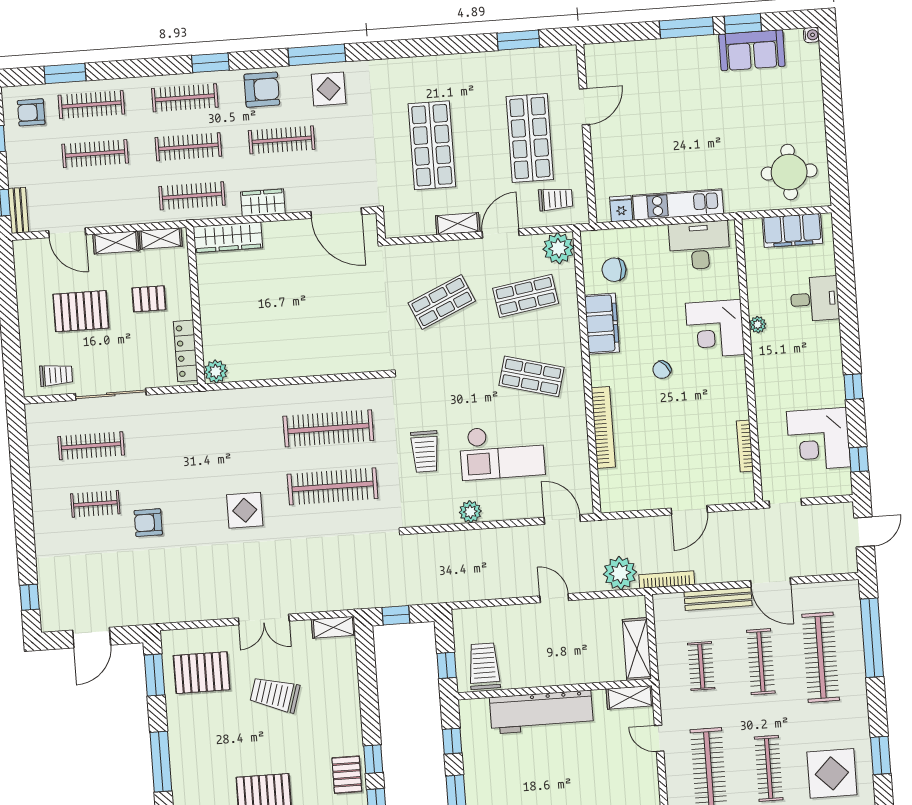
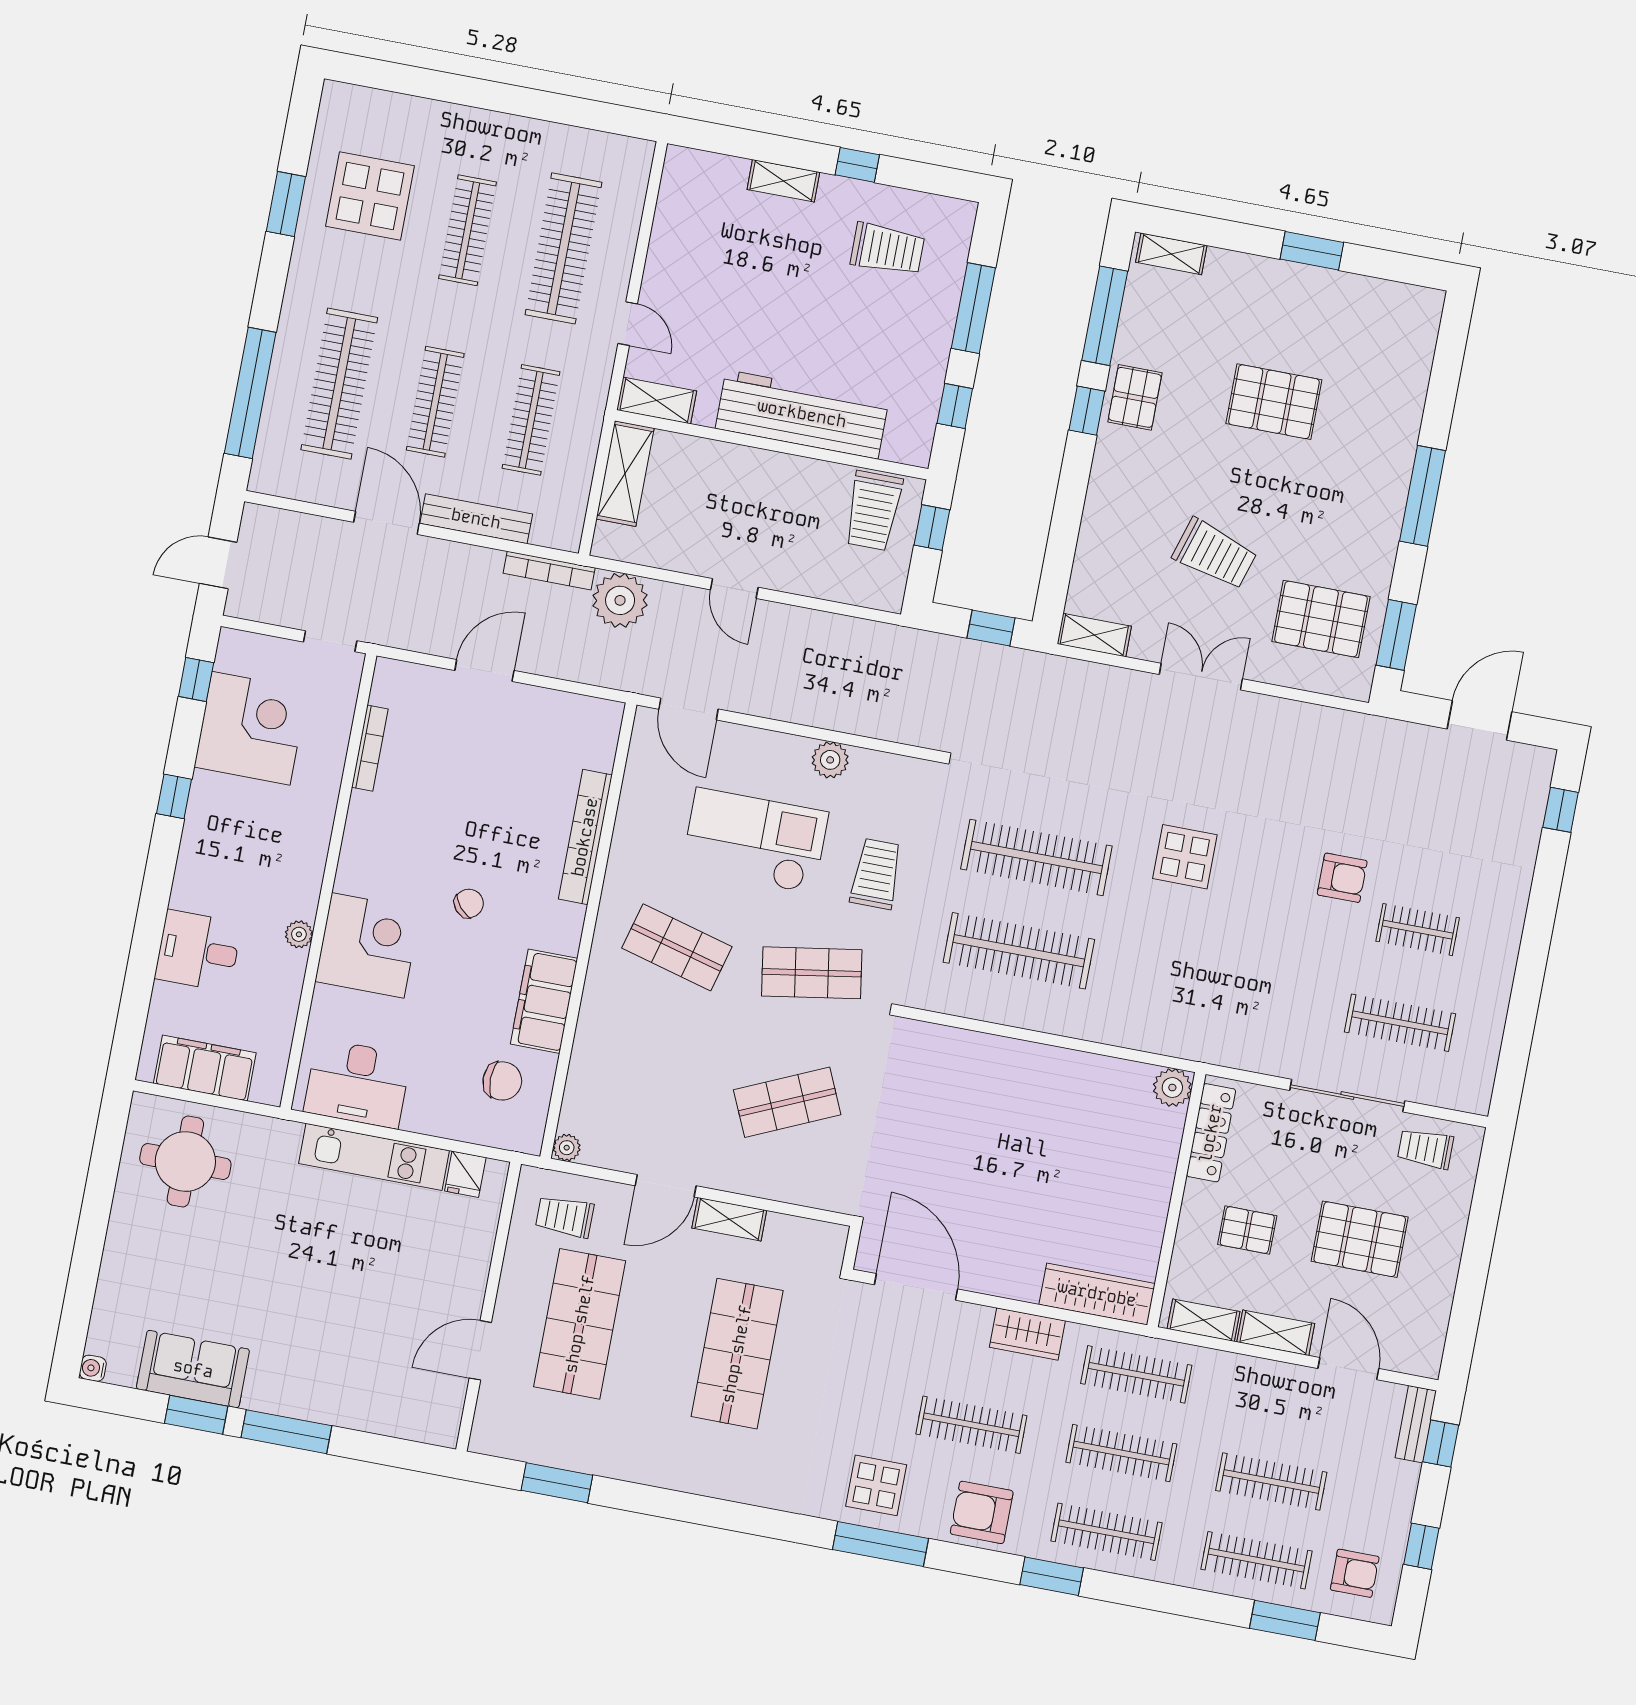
plant: (558, 248) -> (567, 1148), width x0.53, depth x0.53
shop shelf: (526, 296) -> (812, 973), moved
clothes rail: (701, 666) -> (531, 420), width x1.36

